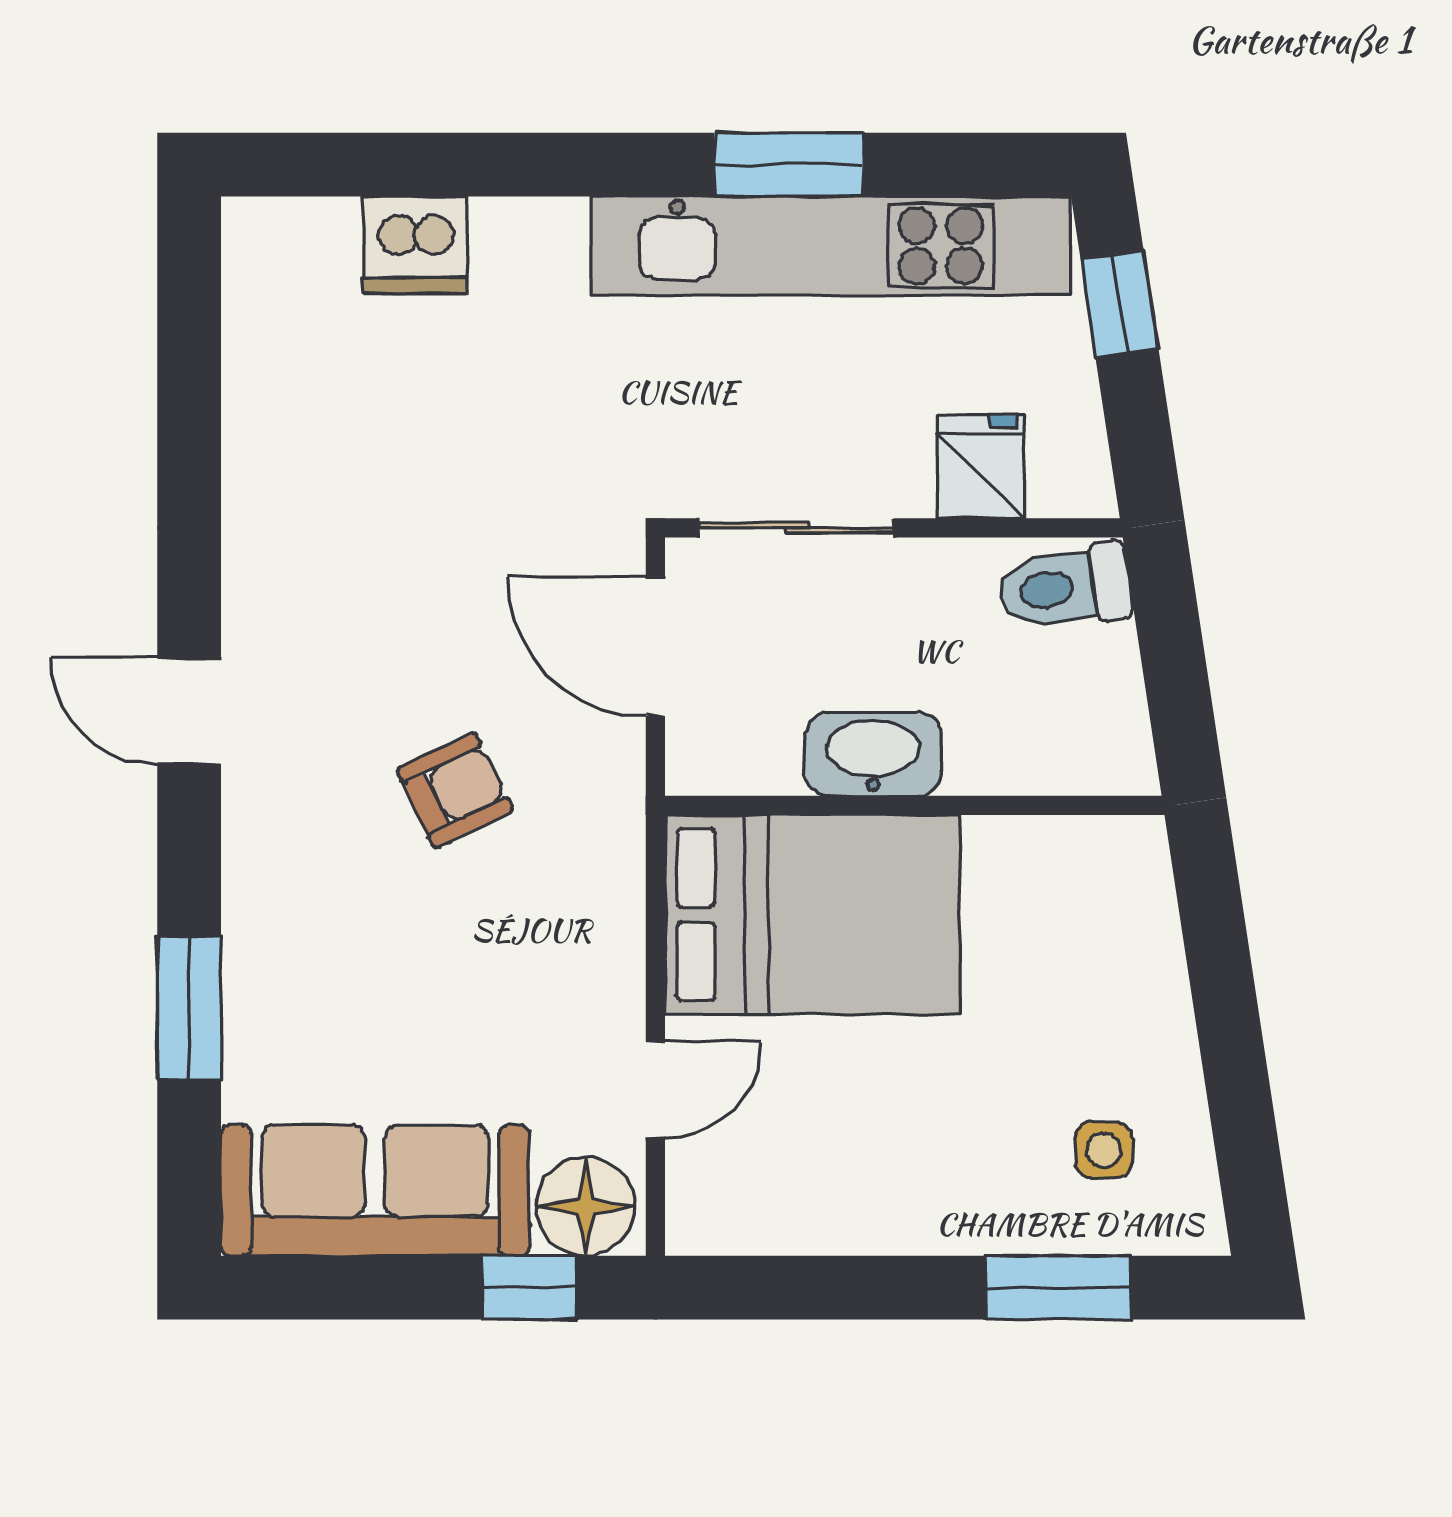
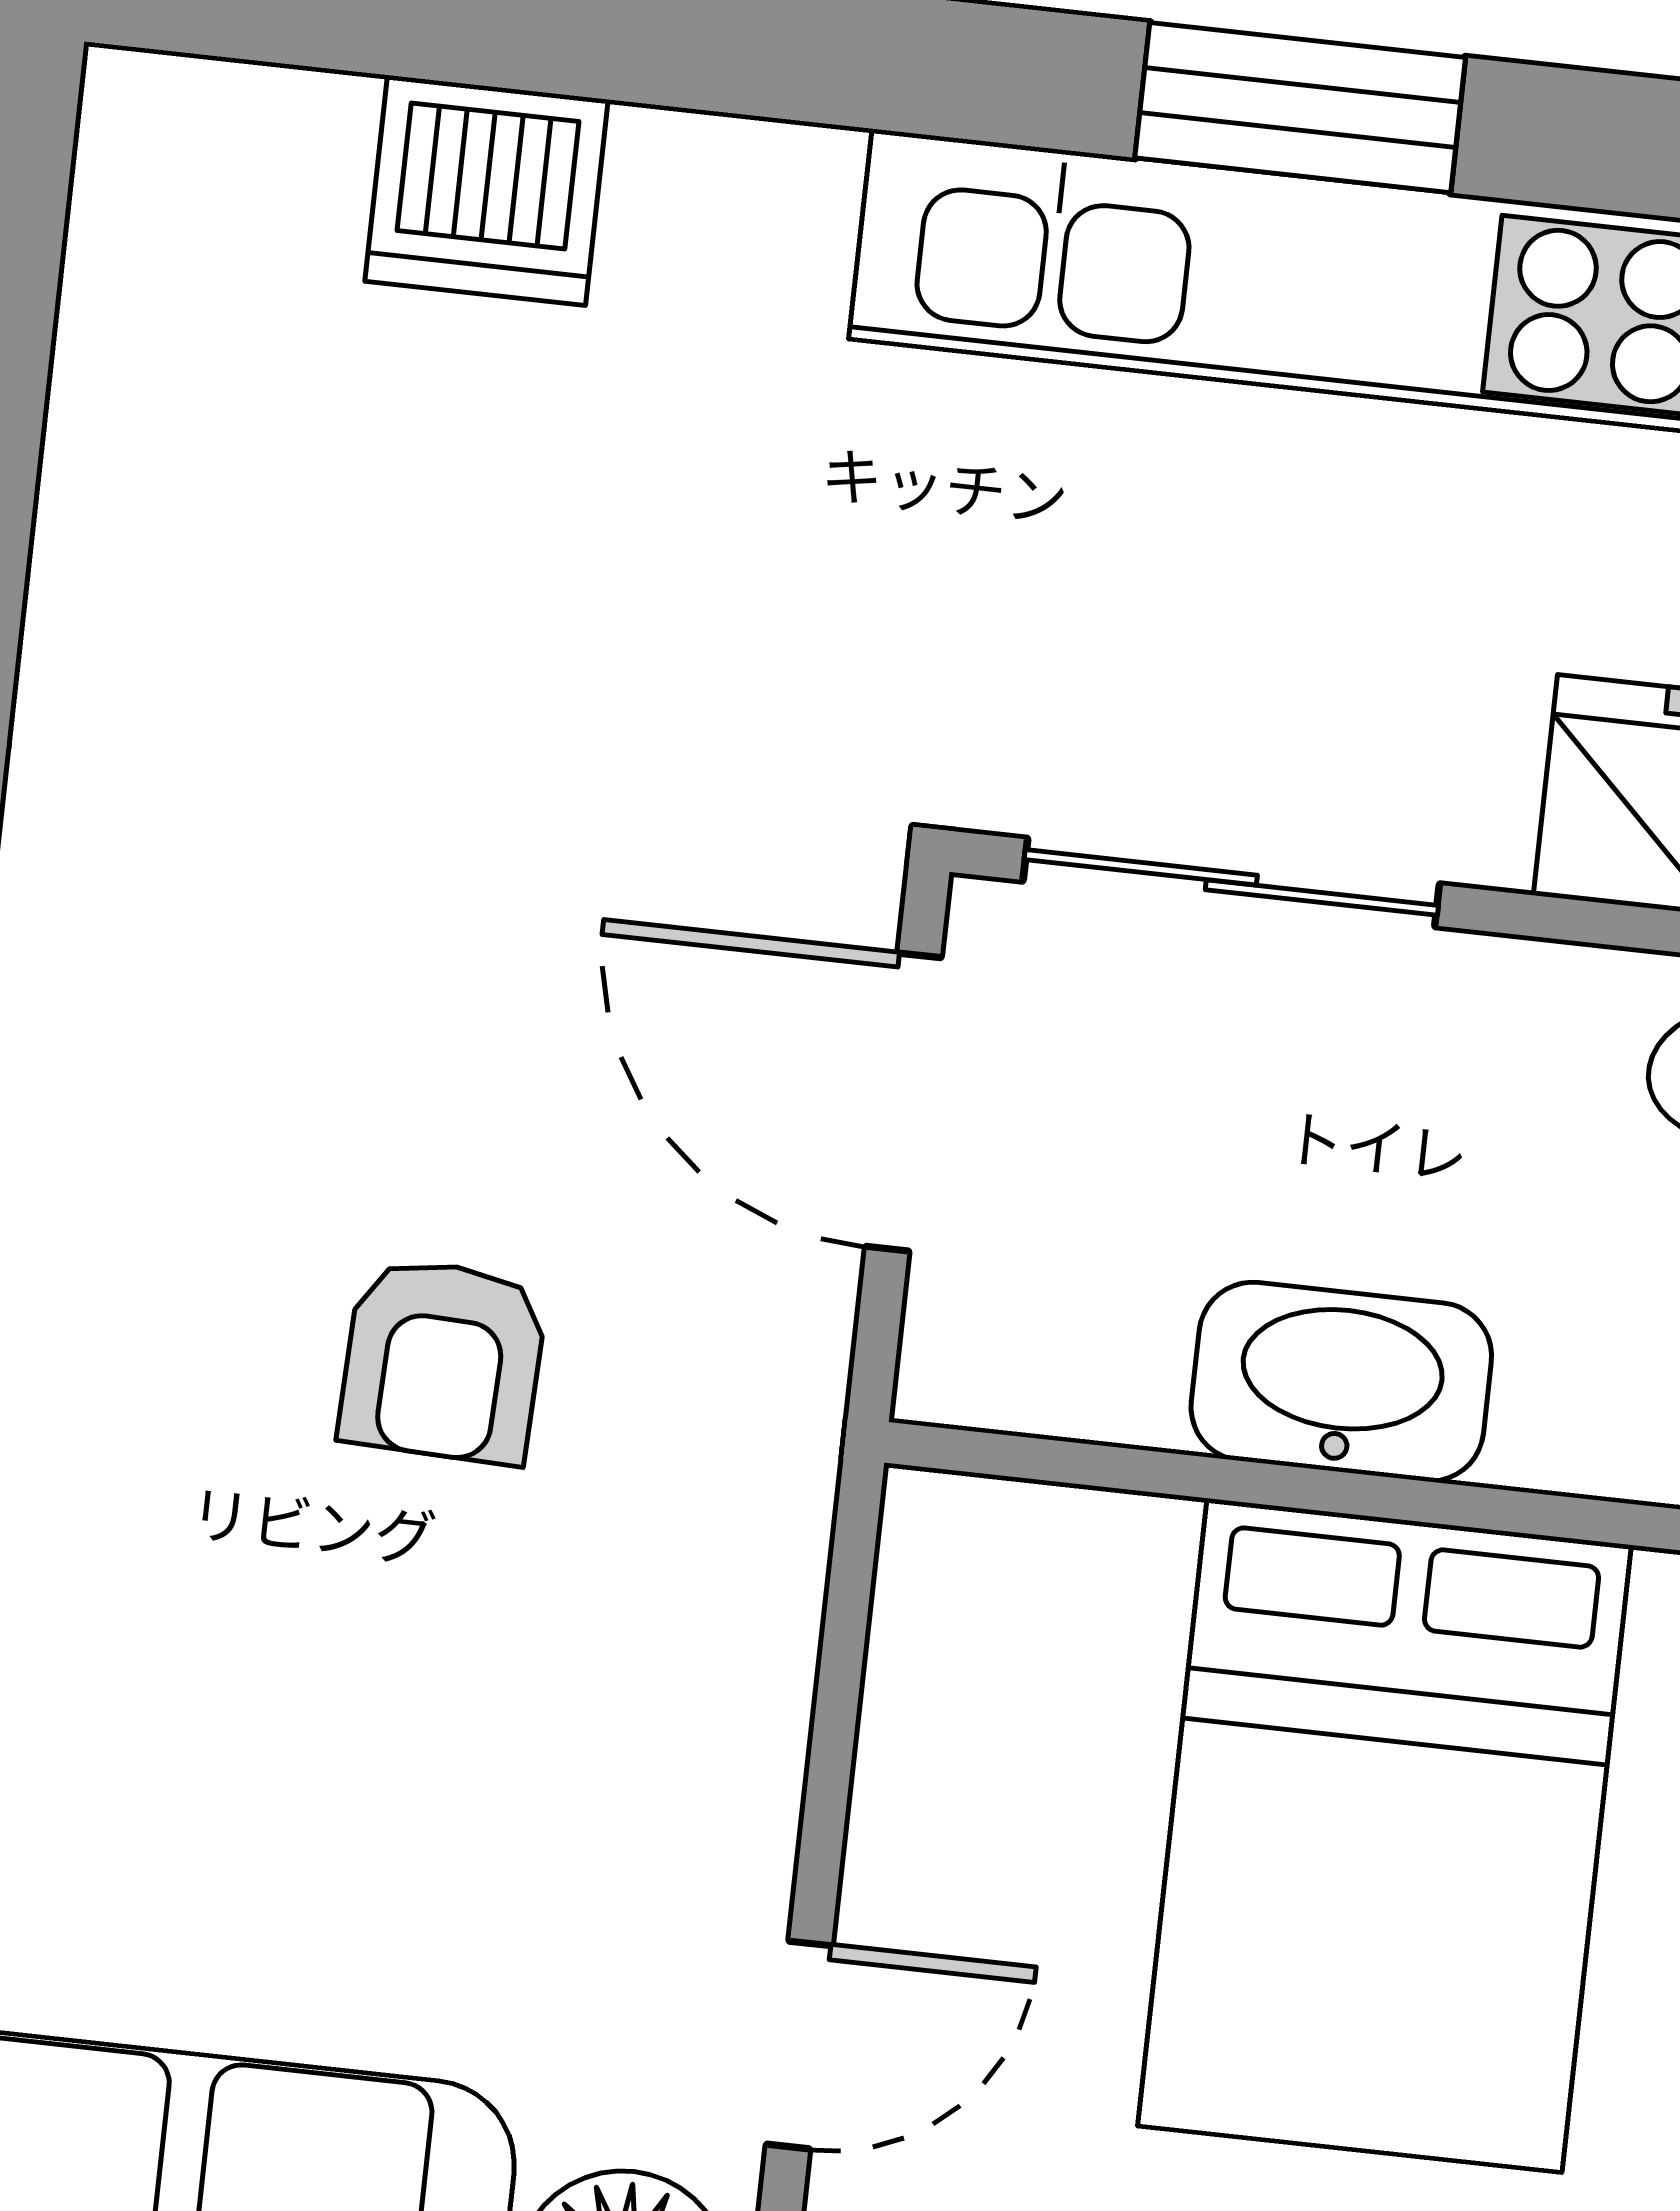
armchair: (455, 790) -> (443, 1360), turned 118
bed: (813, 915) -> (1385, 1836), moved, turned 90

